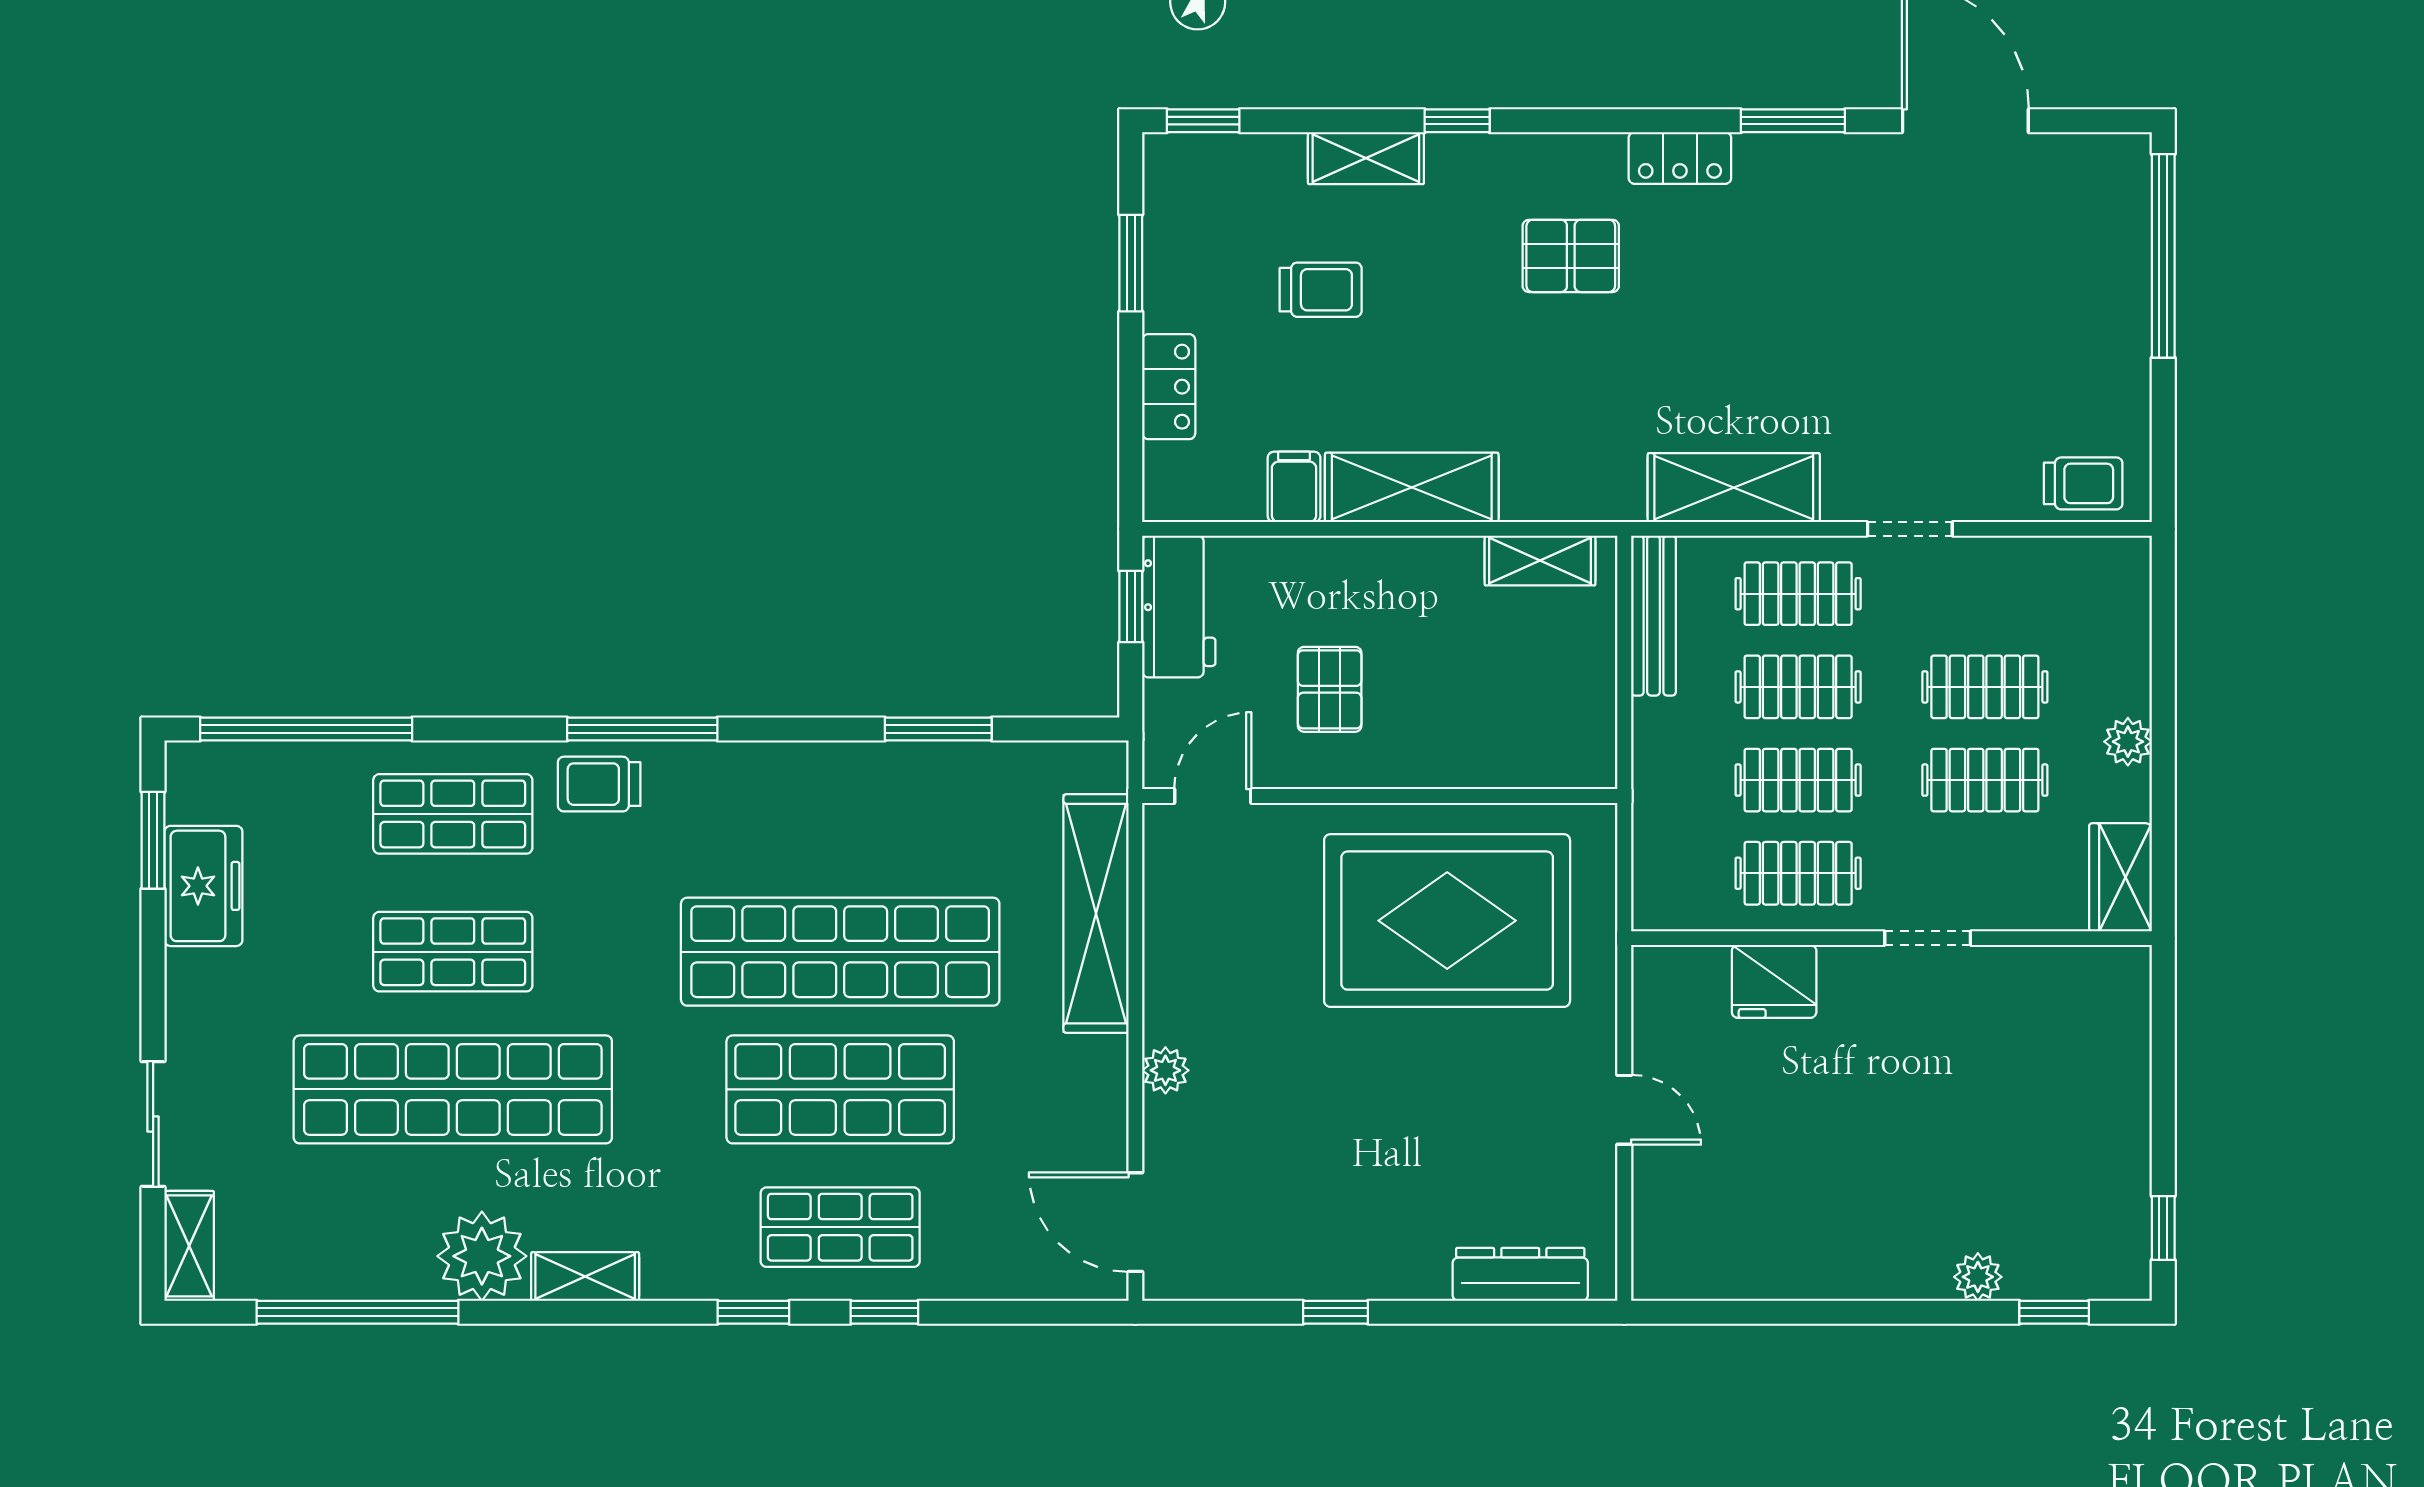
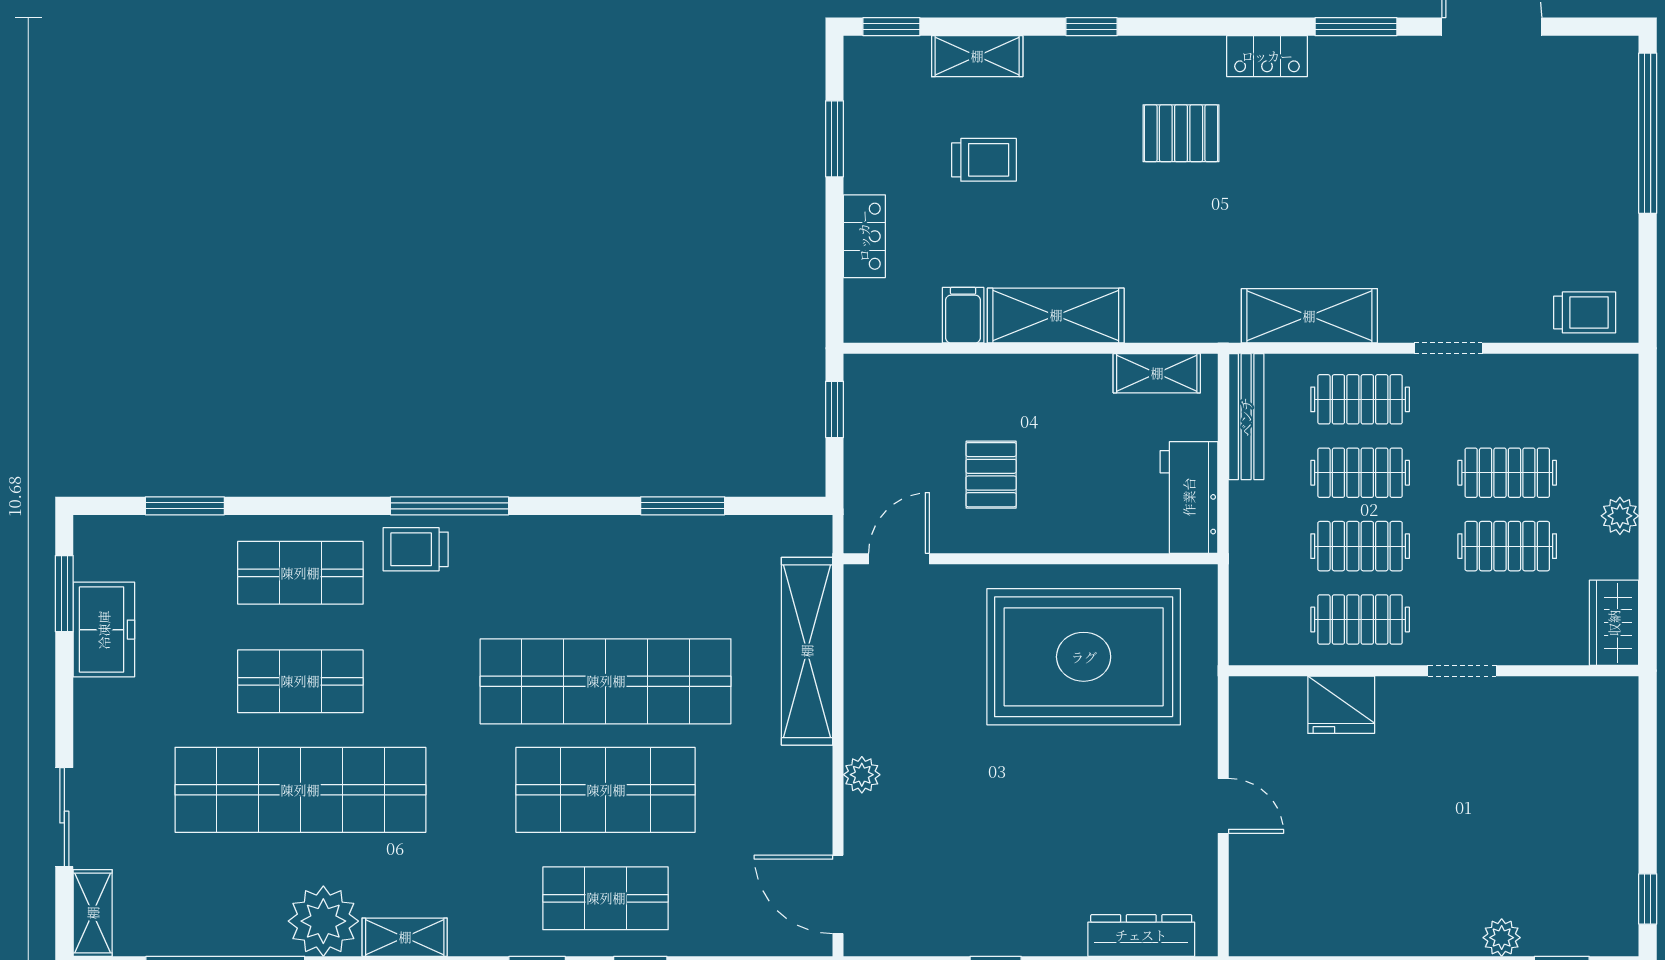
shelving: (1366, 158) -> (977, 56), moved
workbench: (1179, 607) -> (1189, 497), moved, turned 180
window: (306, 729) -> (185, 506), width x0.47

